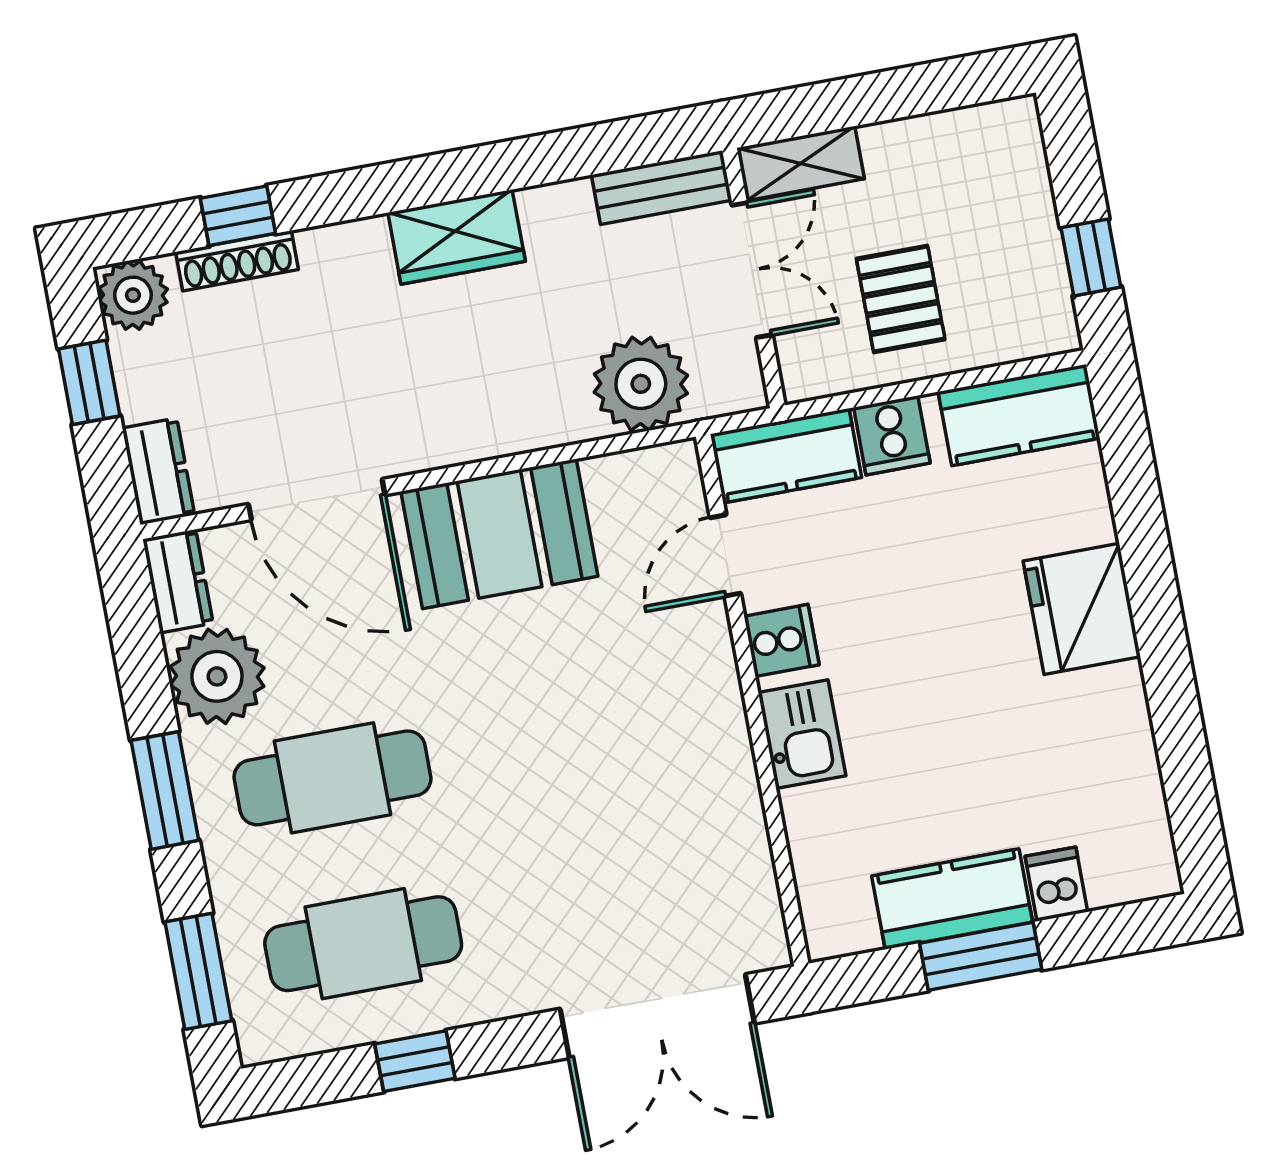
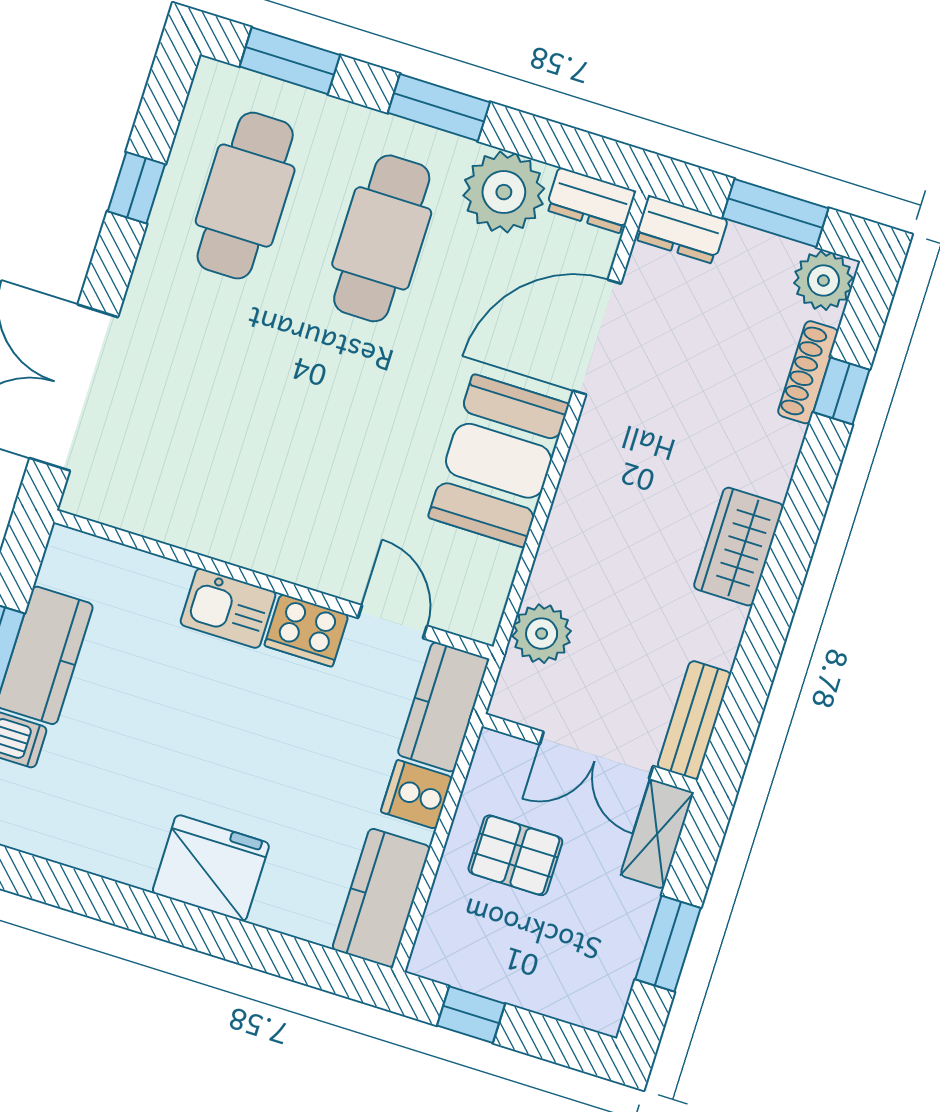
window: (909, 91) -> (668, 944), added
window: (89, 382) -> (775, 213), width x1.50
plant: (641, 384) -> (542, 634), width x0.73, depth x0.73
cooker: (782, 640) -> (306, 630), width x1.36

